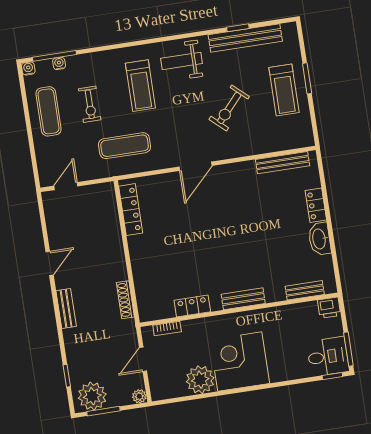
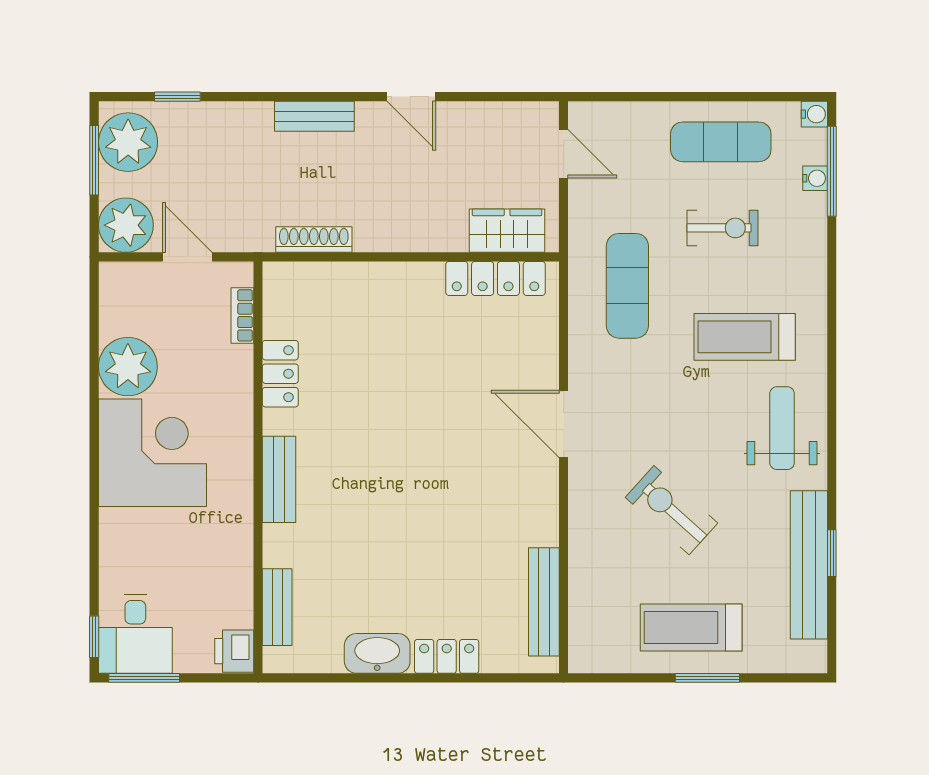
exercise bike: (90, 104) -> (723, 228), turned 180
wardrobe: (107, 208) -> (507, 231), added
plant: (139, 396) -> (126, 225), width x1.88, depth x1.88

